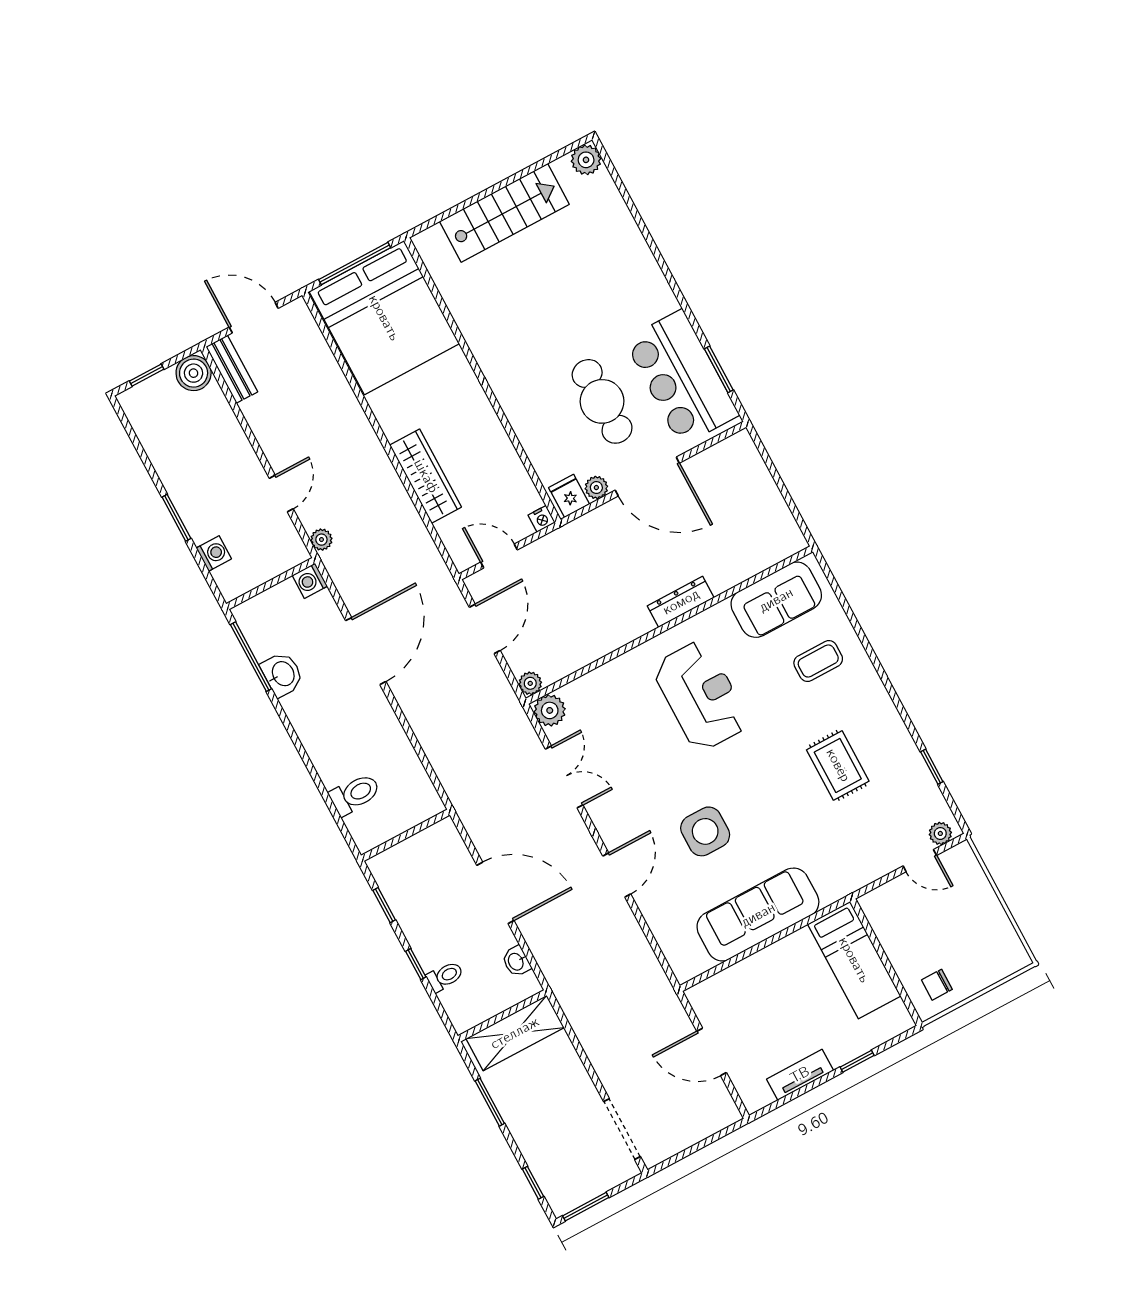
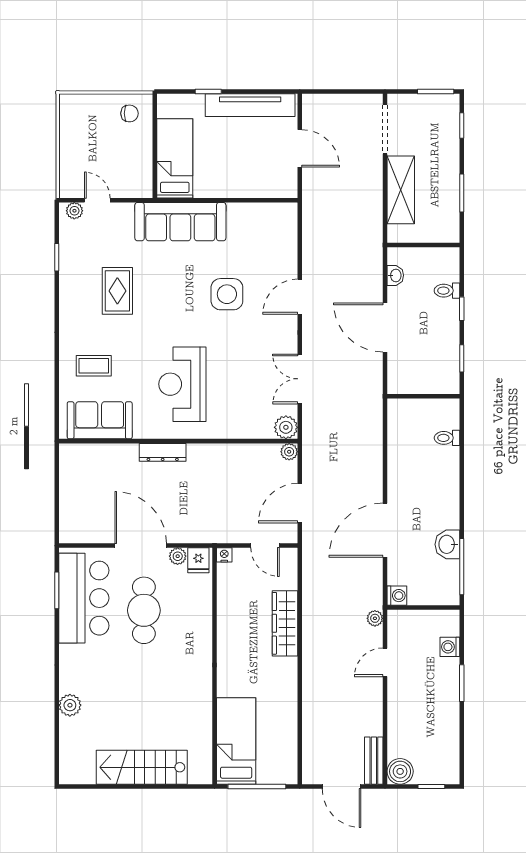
plant: (586, 160) -> (70, 705), moved
bed: (384, 318) -> (236, 741), width x0.49
toilet: (355, 794) -> (447, 438), width x0.73, depth x0.72
sofa: (758, 915) -> (180, 222), moved
shelving: (515, 1033) -> (401, 190), moved, turned 90
tv unit: (800, 1075) -> (250, 105), width x1.92, depth x1.29

